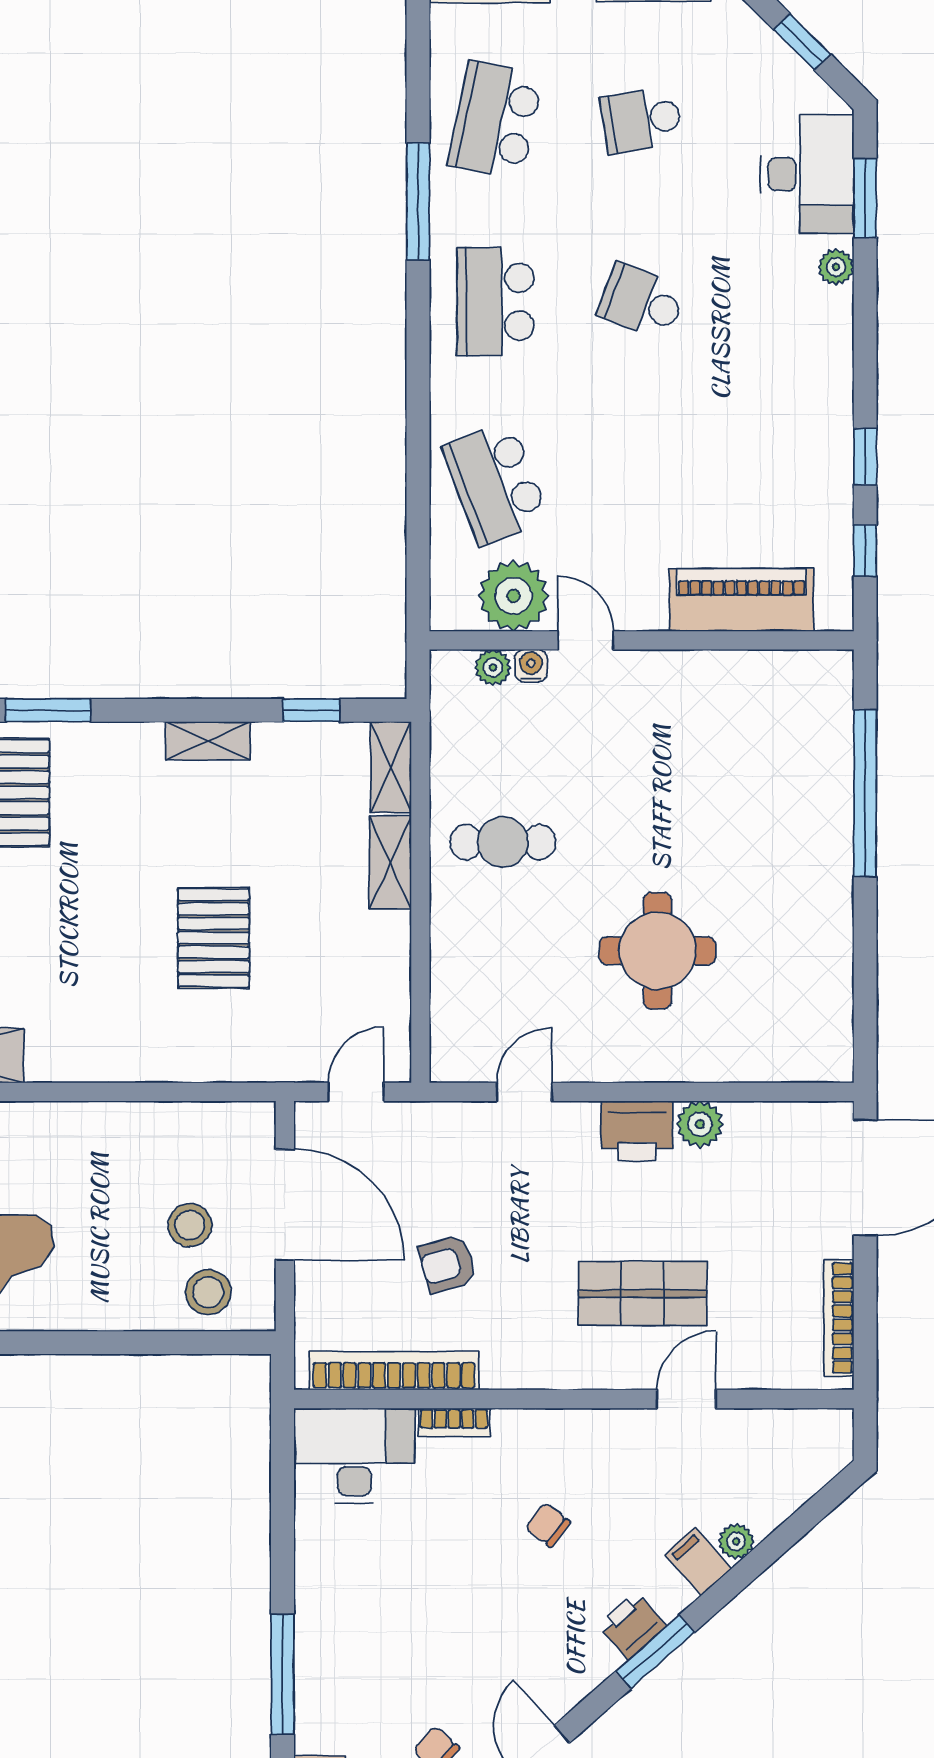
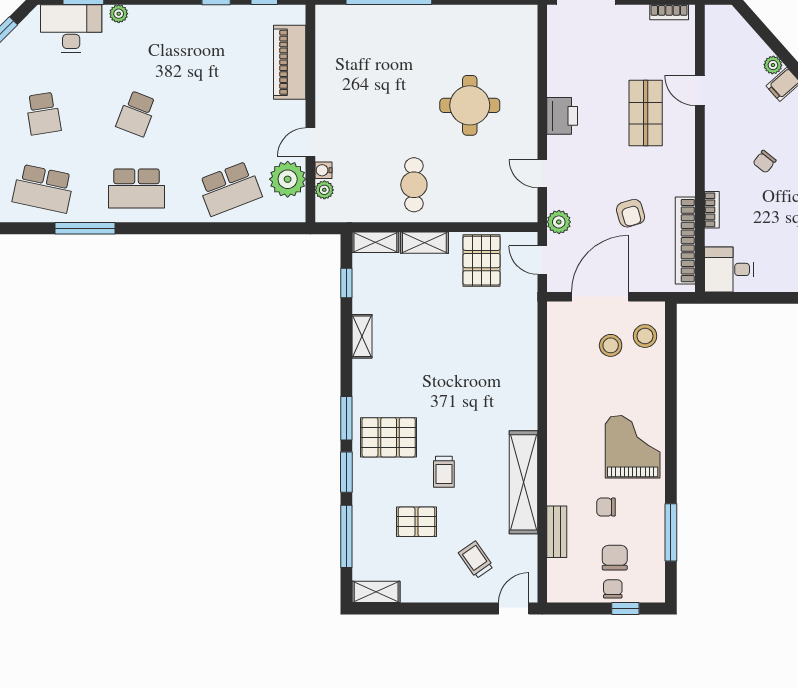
pallet: (214, 938) -> (482, 261), moved, turned 90
plant: (700, 1124) -> (559, 222), moved
bookcase: (839, 1318) -> (669, 12), width x0.64
desk: (354, 1456) -> (729, 269), width x0.73

